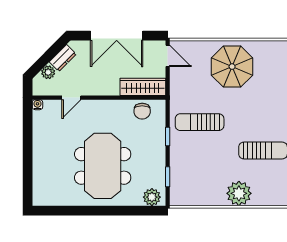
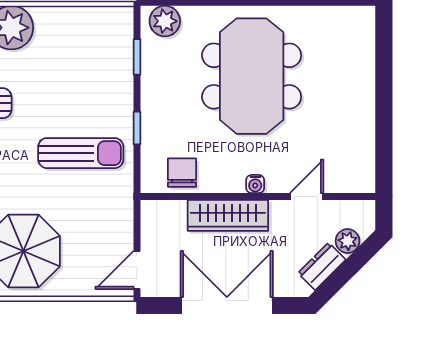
door: (168, 56) -> (137, 270), hinge flipped
wardrobe: (143, 87) -> (228, 215), moved
water cooler: (37, 105) -> (255, 184), moved

